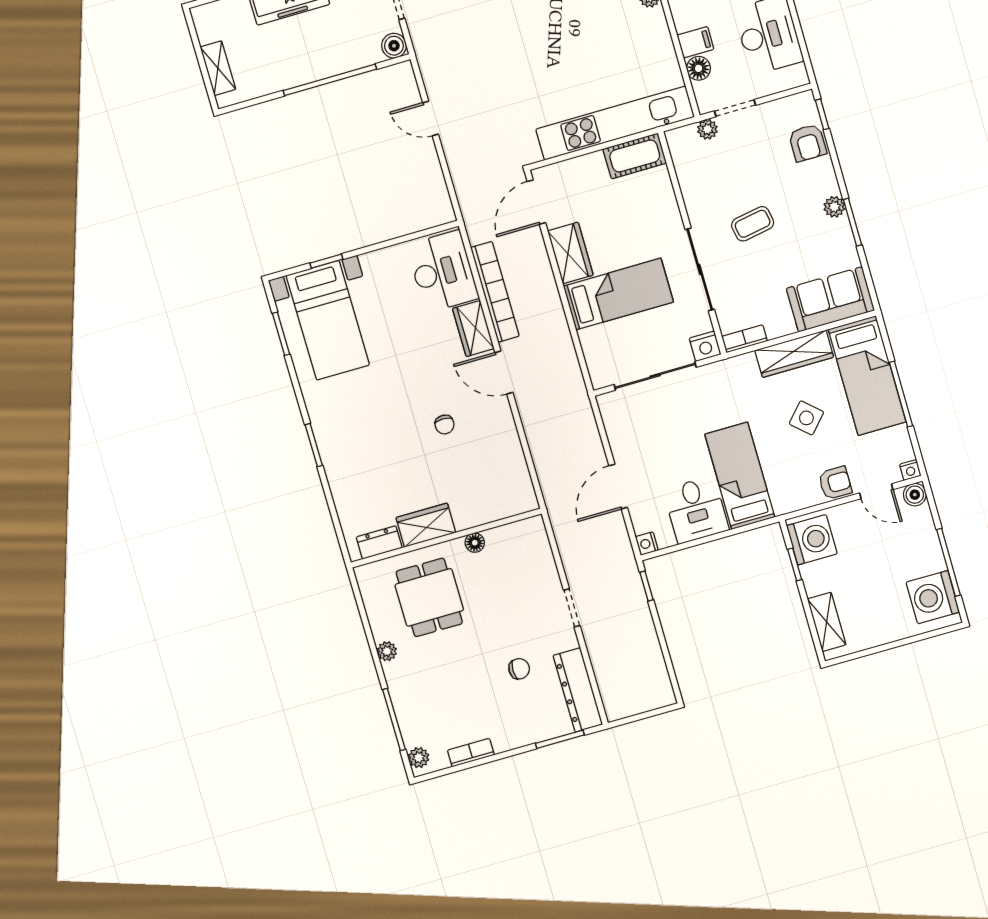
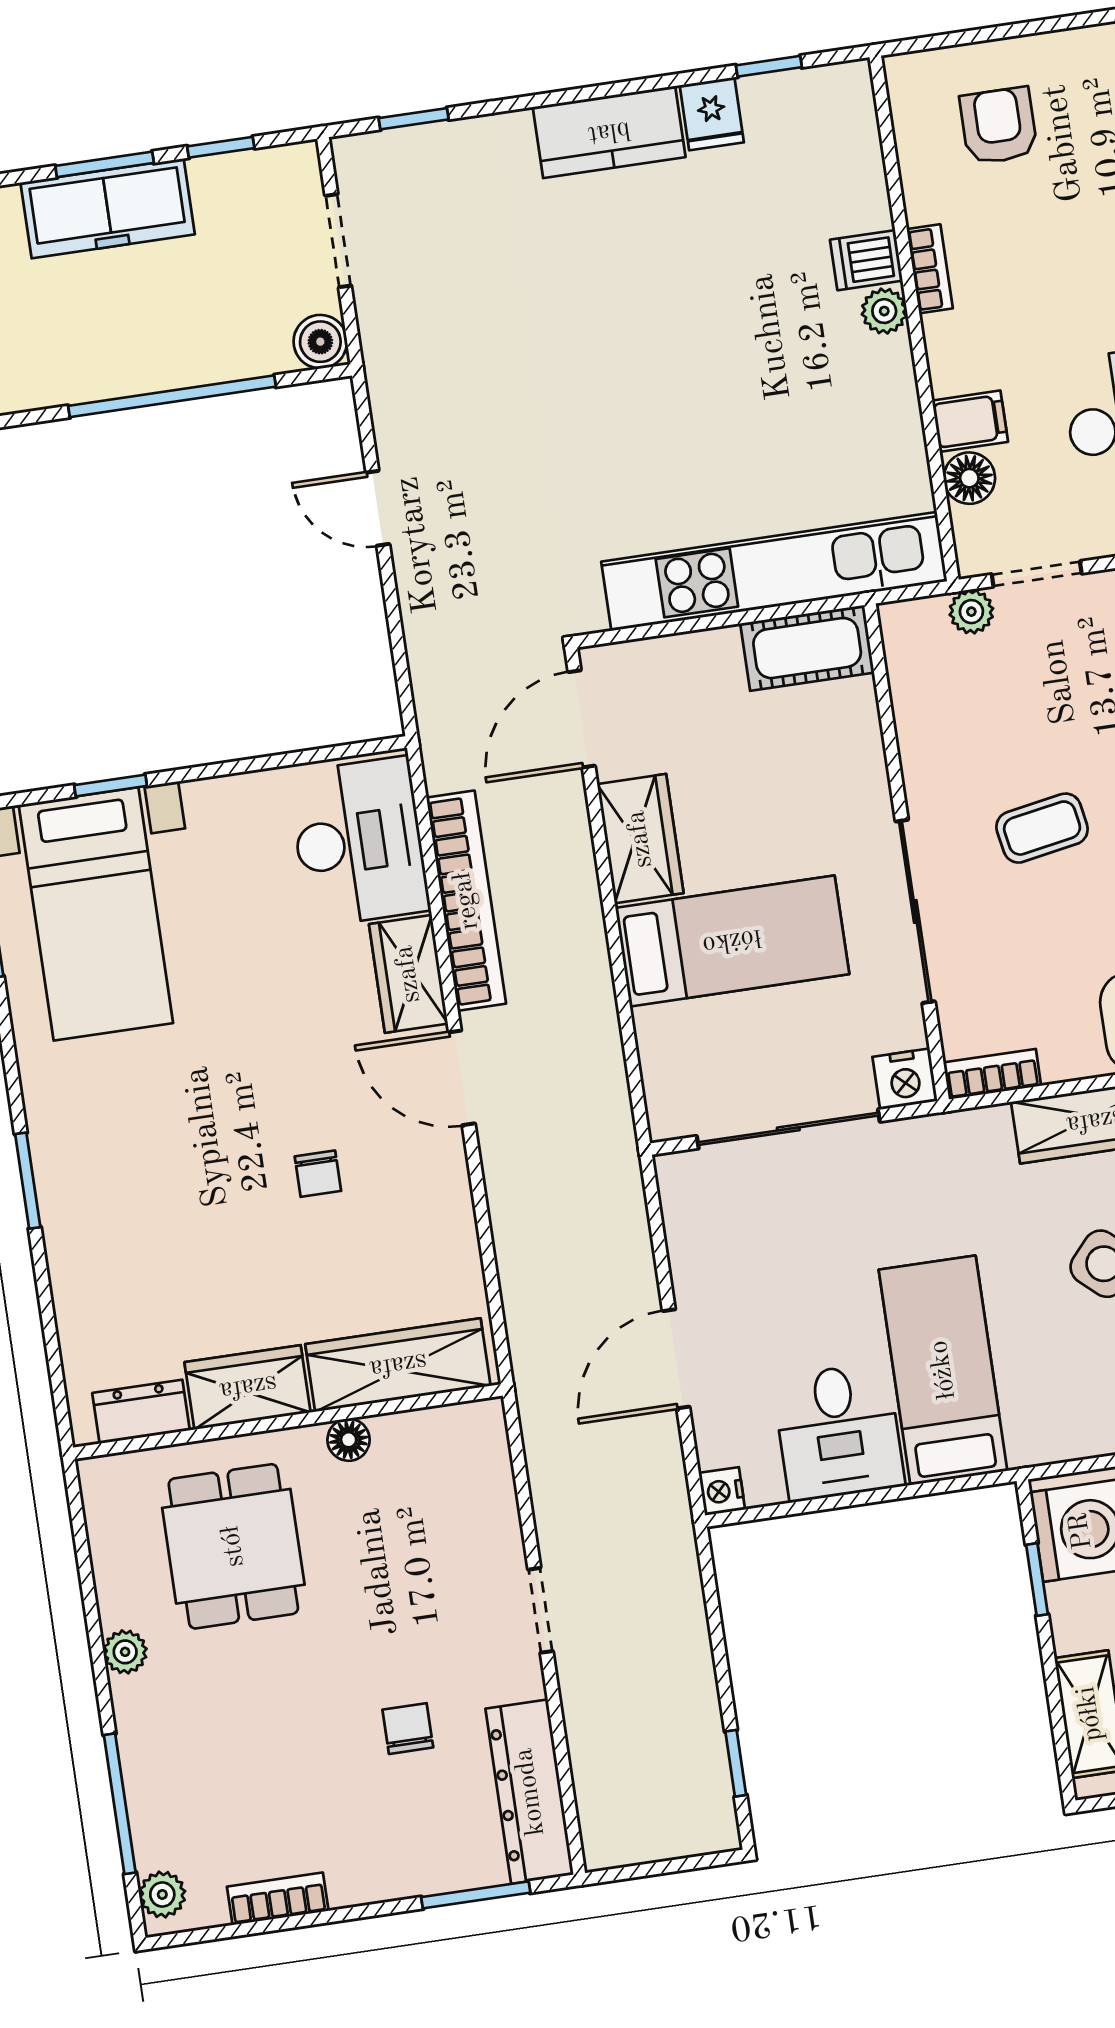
wardrobe: (492, 506) -> (398, 1365), added
window: (647, 586) -> (736, 1763), moved
chair: (519, 669) -> (408, 1729), turned -90

